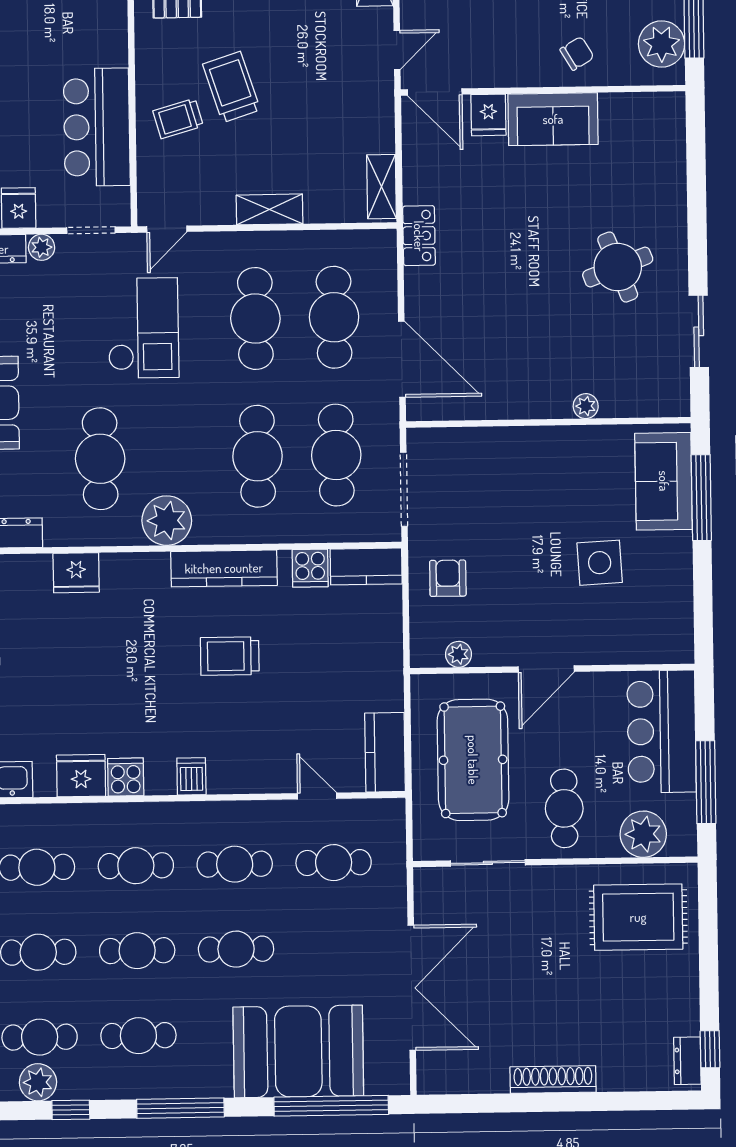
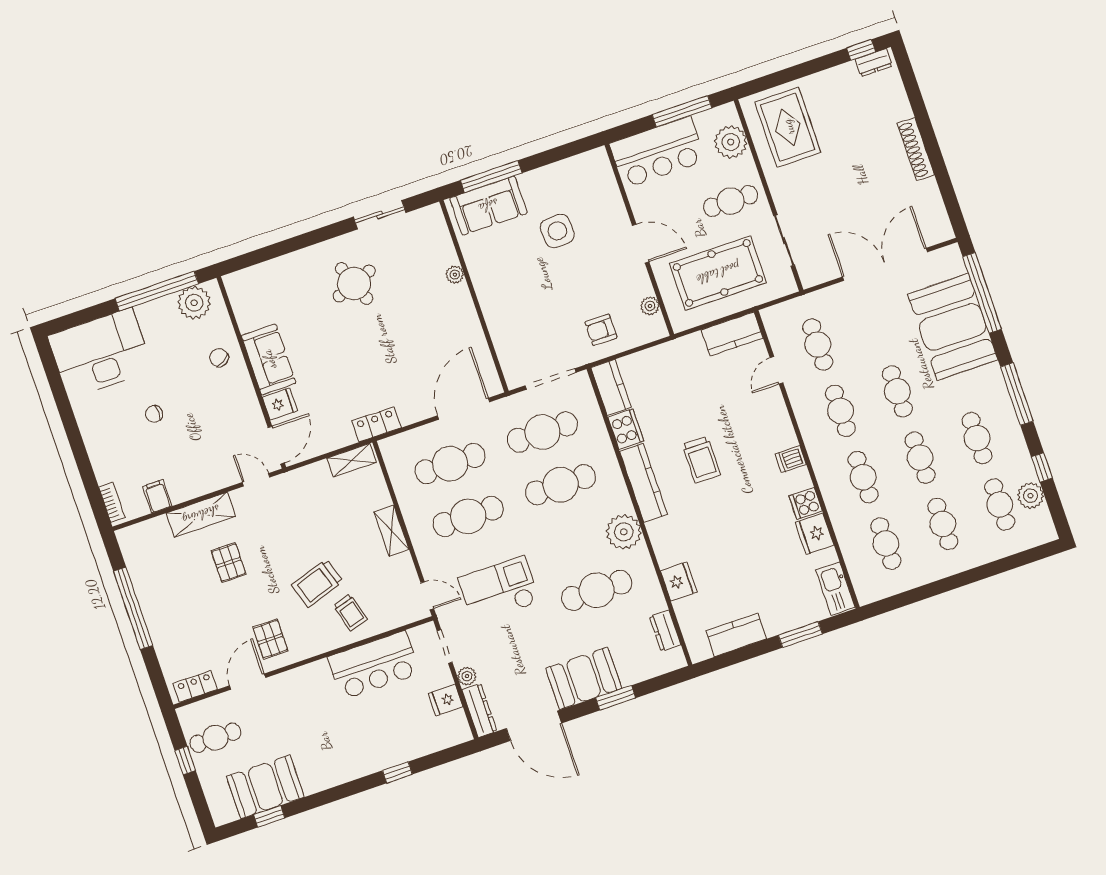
cooker: (310, 568) -> (626, 429), width x1.36

